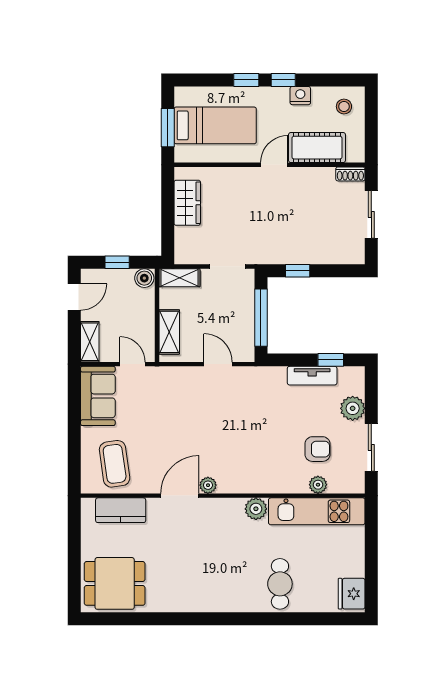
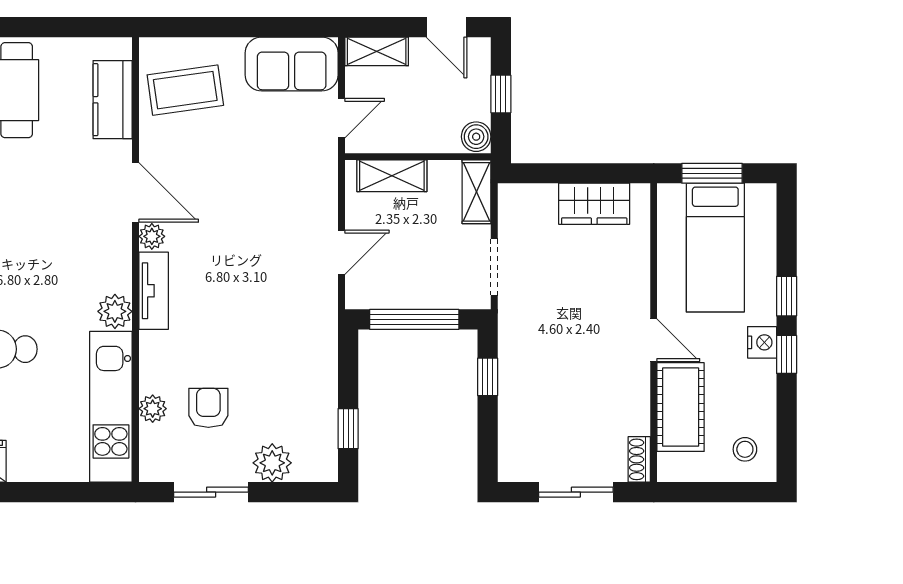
nightstand: (300, 96) -> (762, 342), moved
tv unit: (312, 376) -> (154, 291), moved, turned 180
armchair: (317, 449) -> (208, 408), turned 180

